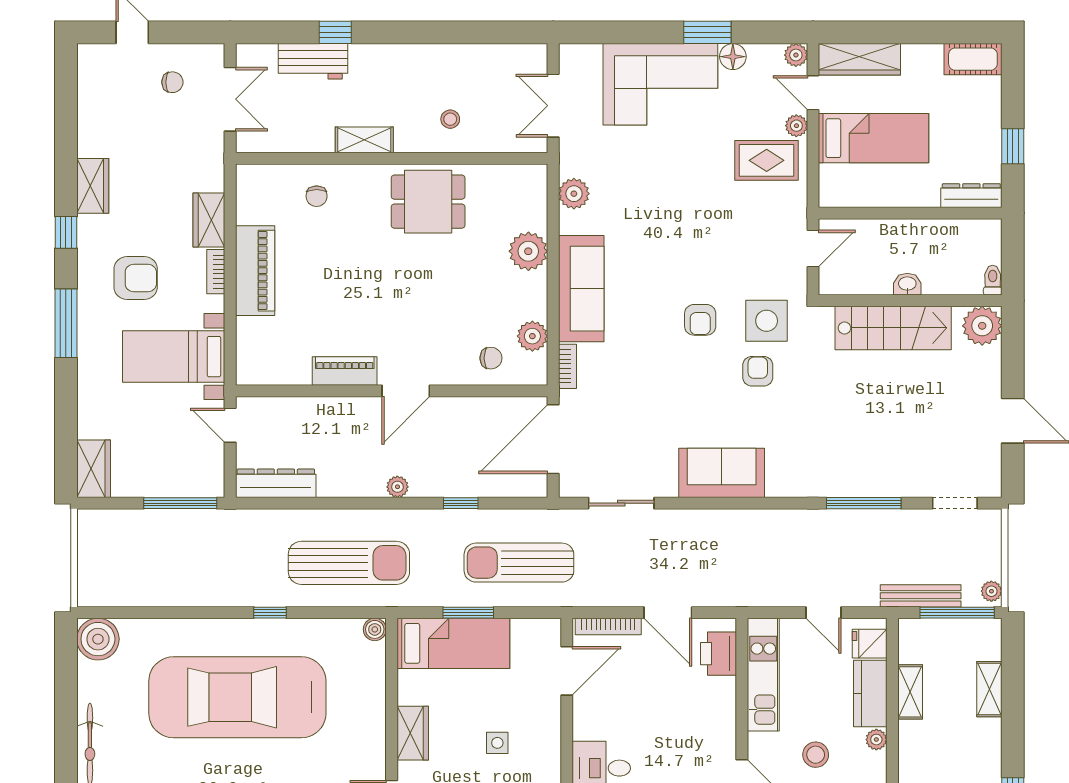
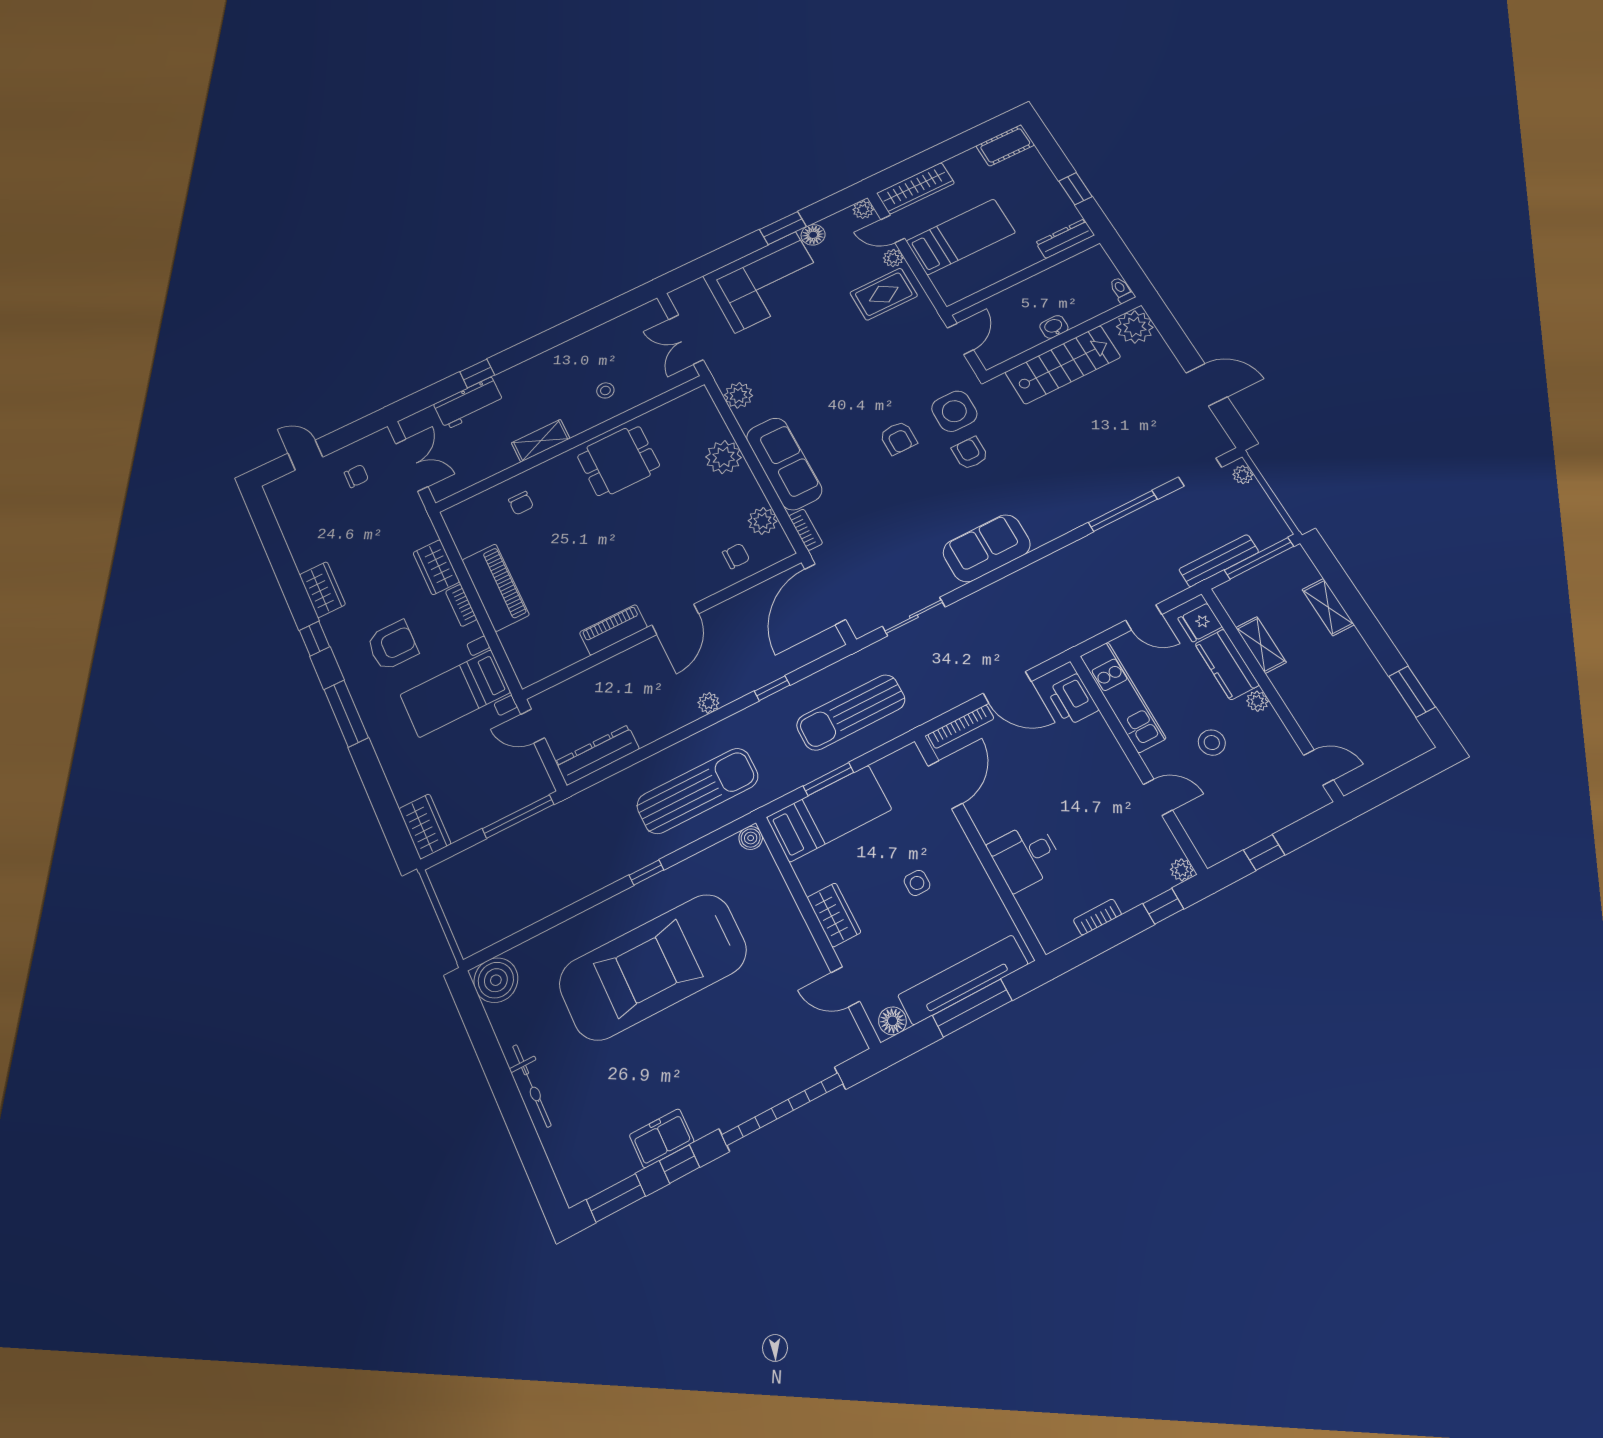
plant: (991, 591) -> (1243, 475), moved

